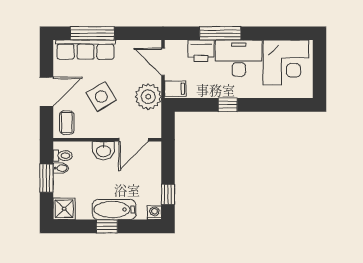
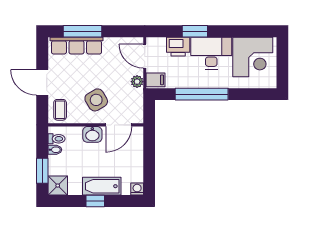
window: (220, 33) -> (195, 31), width x0.69
door: (47, 92) -> (42, 82), swing flipped
side table: (101, 97) -> (96, 100), moved
plant: (148, 97) -> (137, 82), width x0.53, depth x0.53
window: (228, 105) -> (202, 94), width x3.17
window: (47, 178) -> (42, 171), moved
window: (168, 194) -> (149, 173), removed

